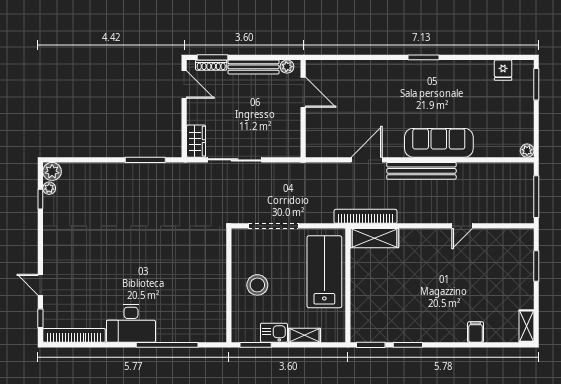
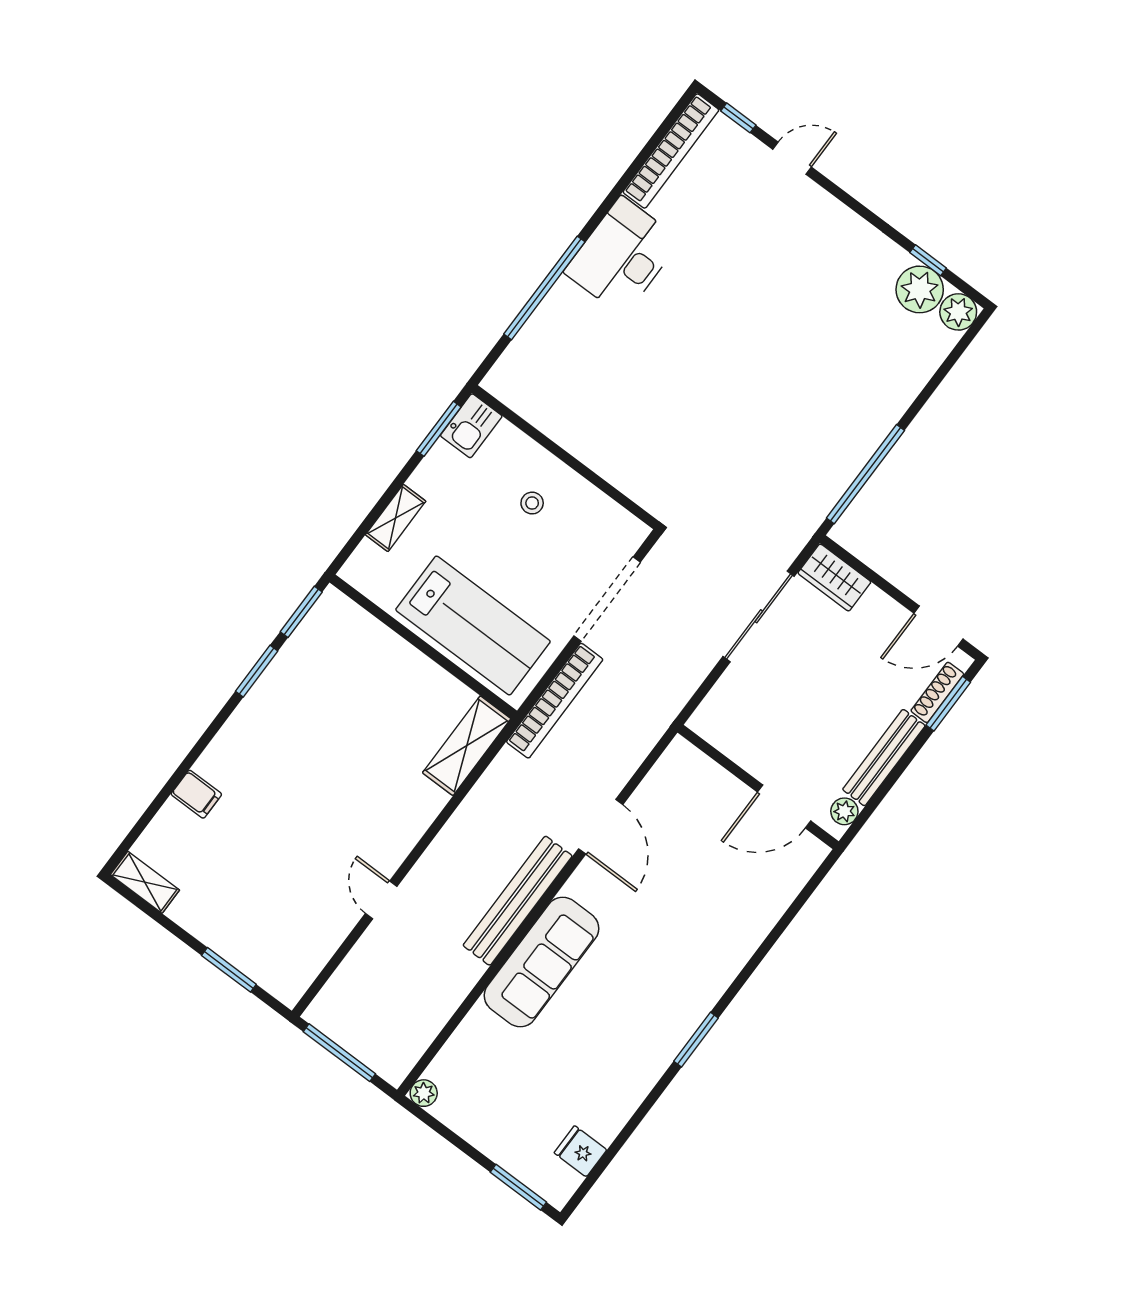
window: (145, 160) -> (865, 474), width x1.46
plant: (49, 188) -> (920, 289), width x1.88, depth x1.88
bookcase: (365, 216) -> (555, 701), moved
stool: (257, 285) -> (532, 503), width x0.53, depth x0.53
kitchen sink: (274, 333) -> (471, 426), moved

